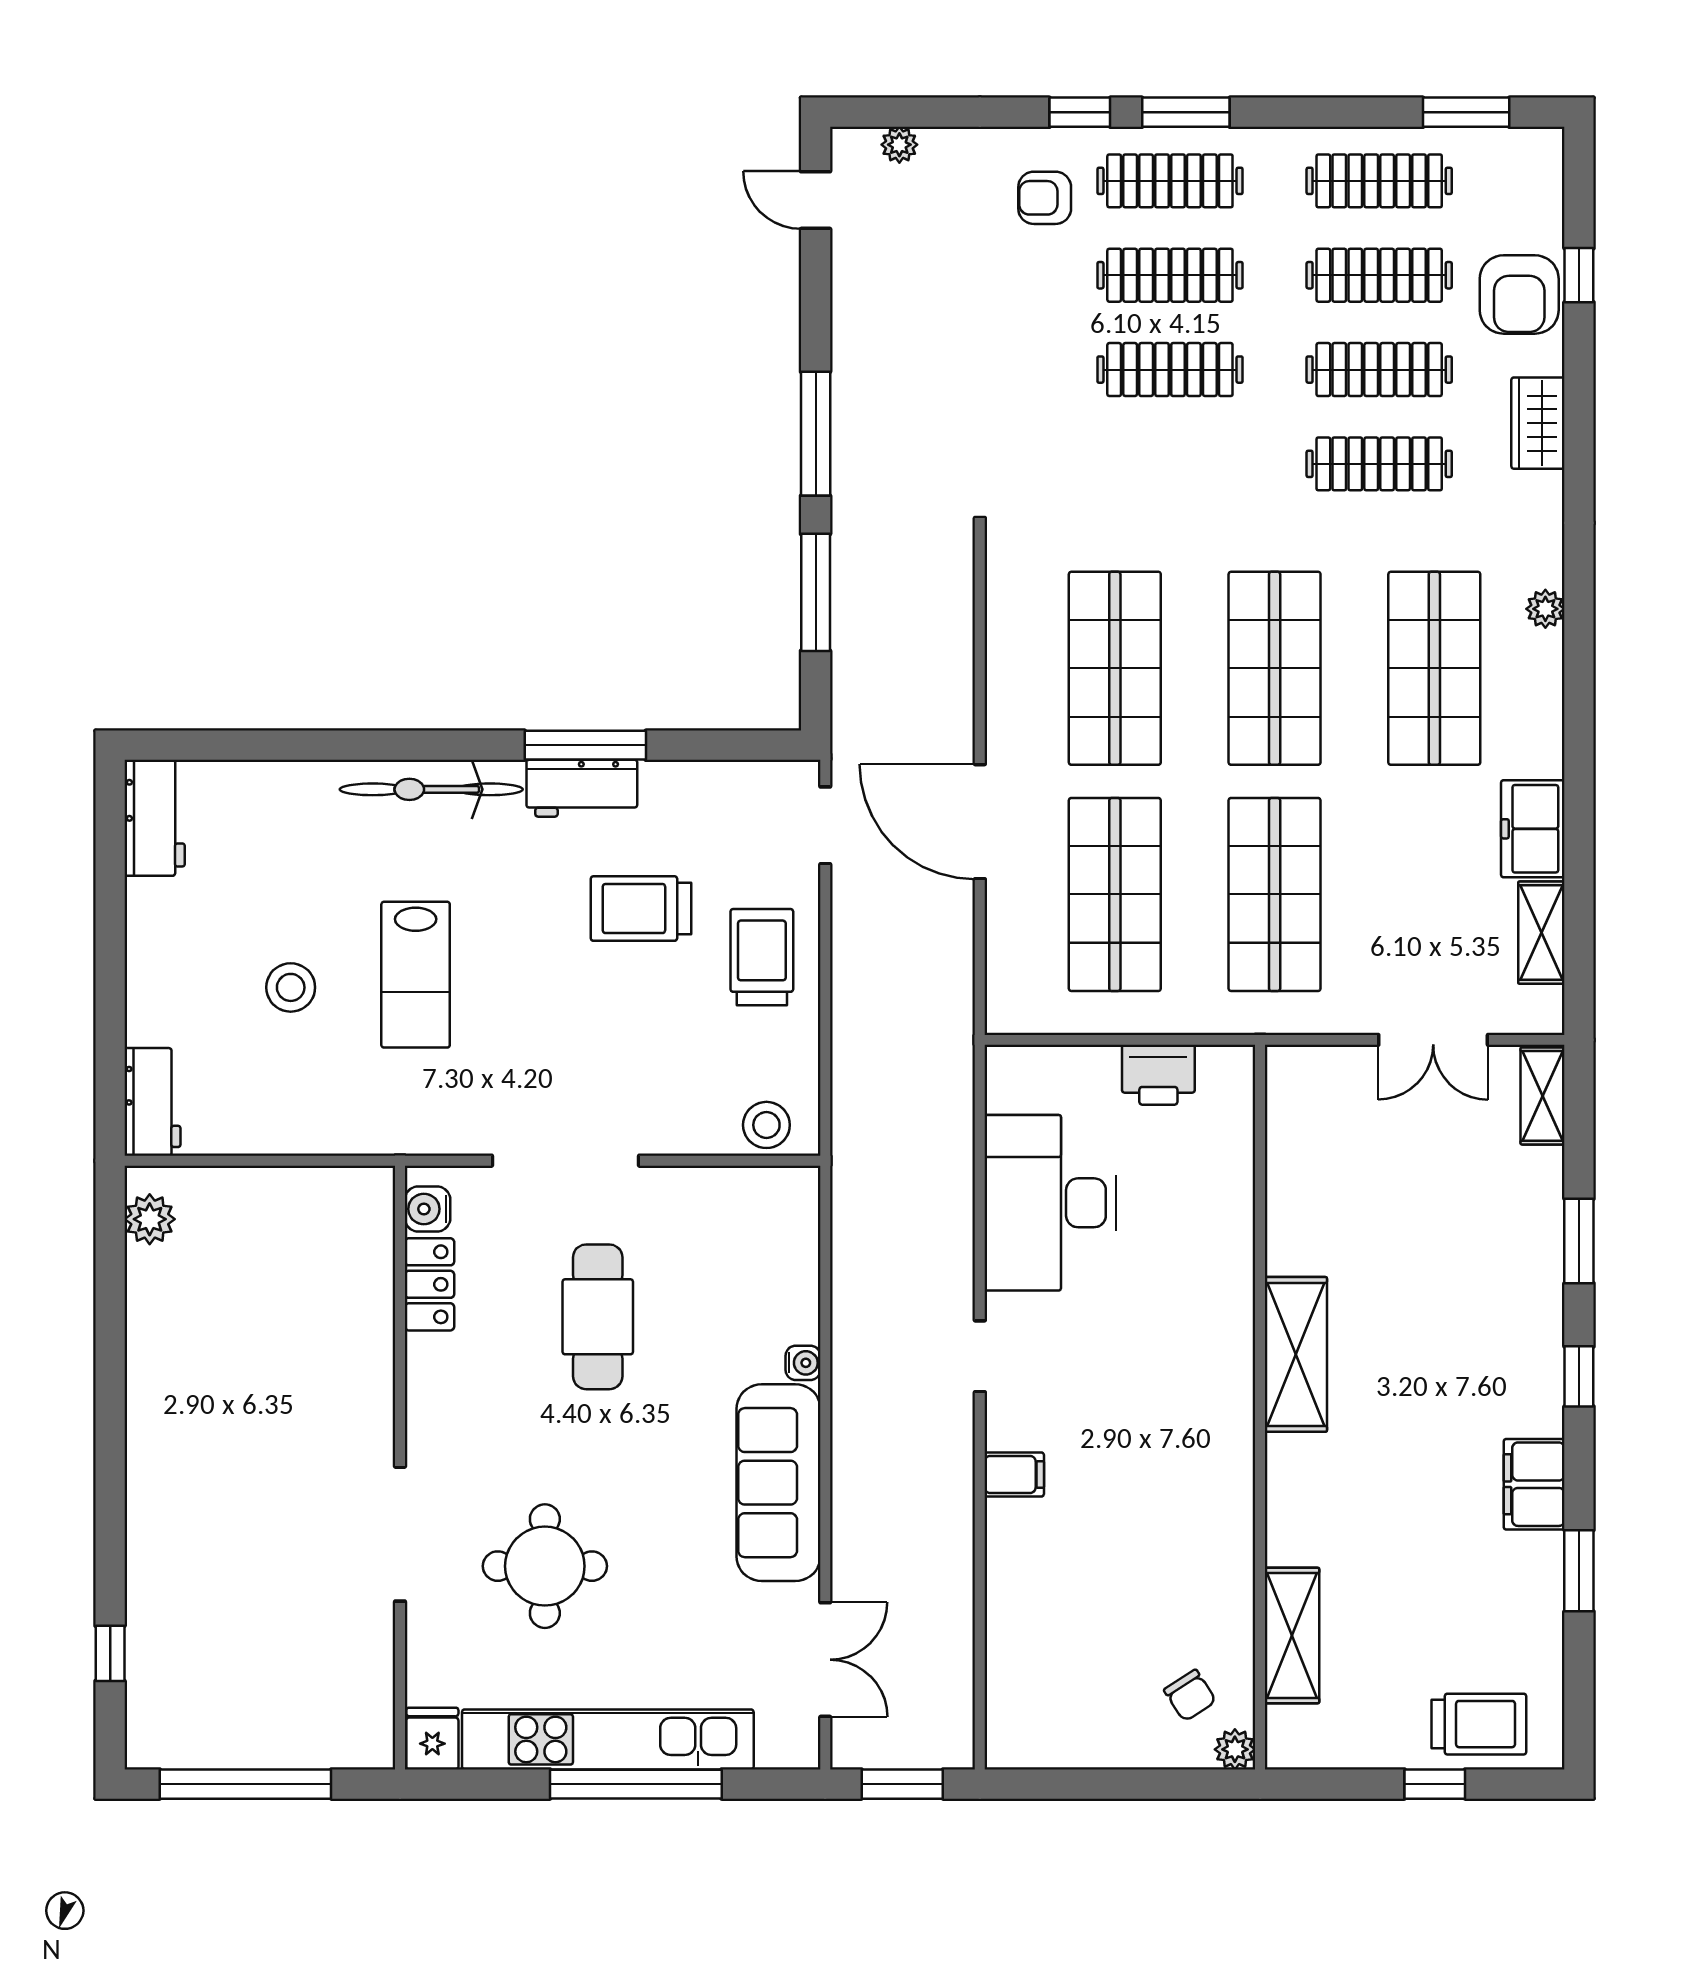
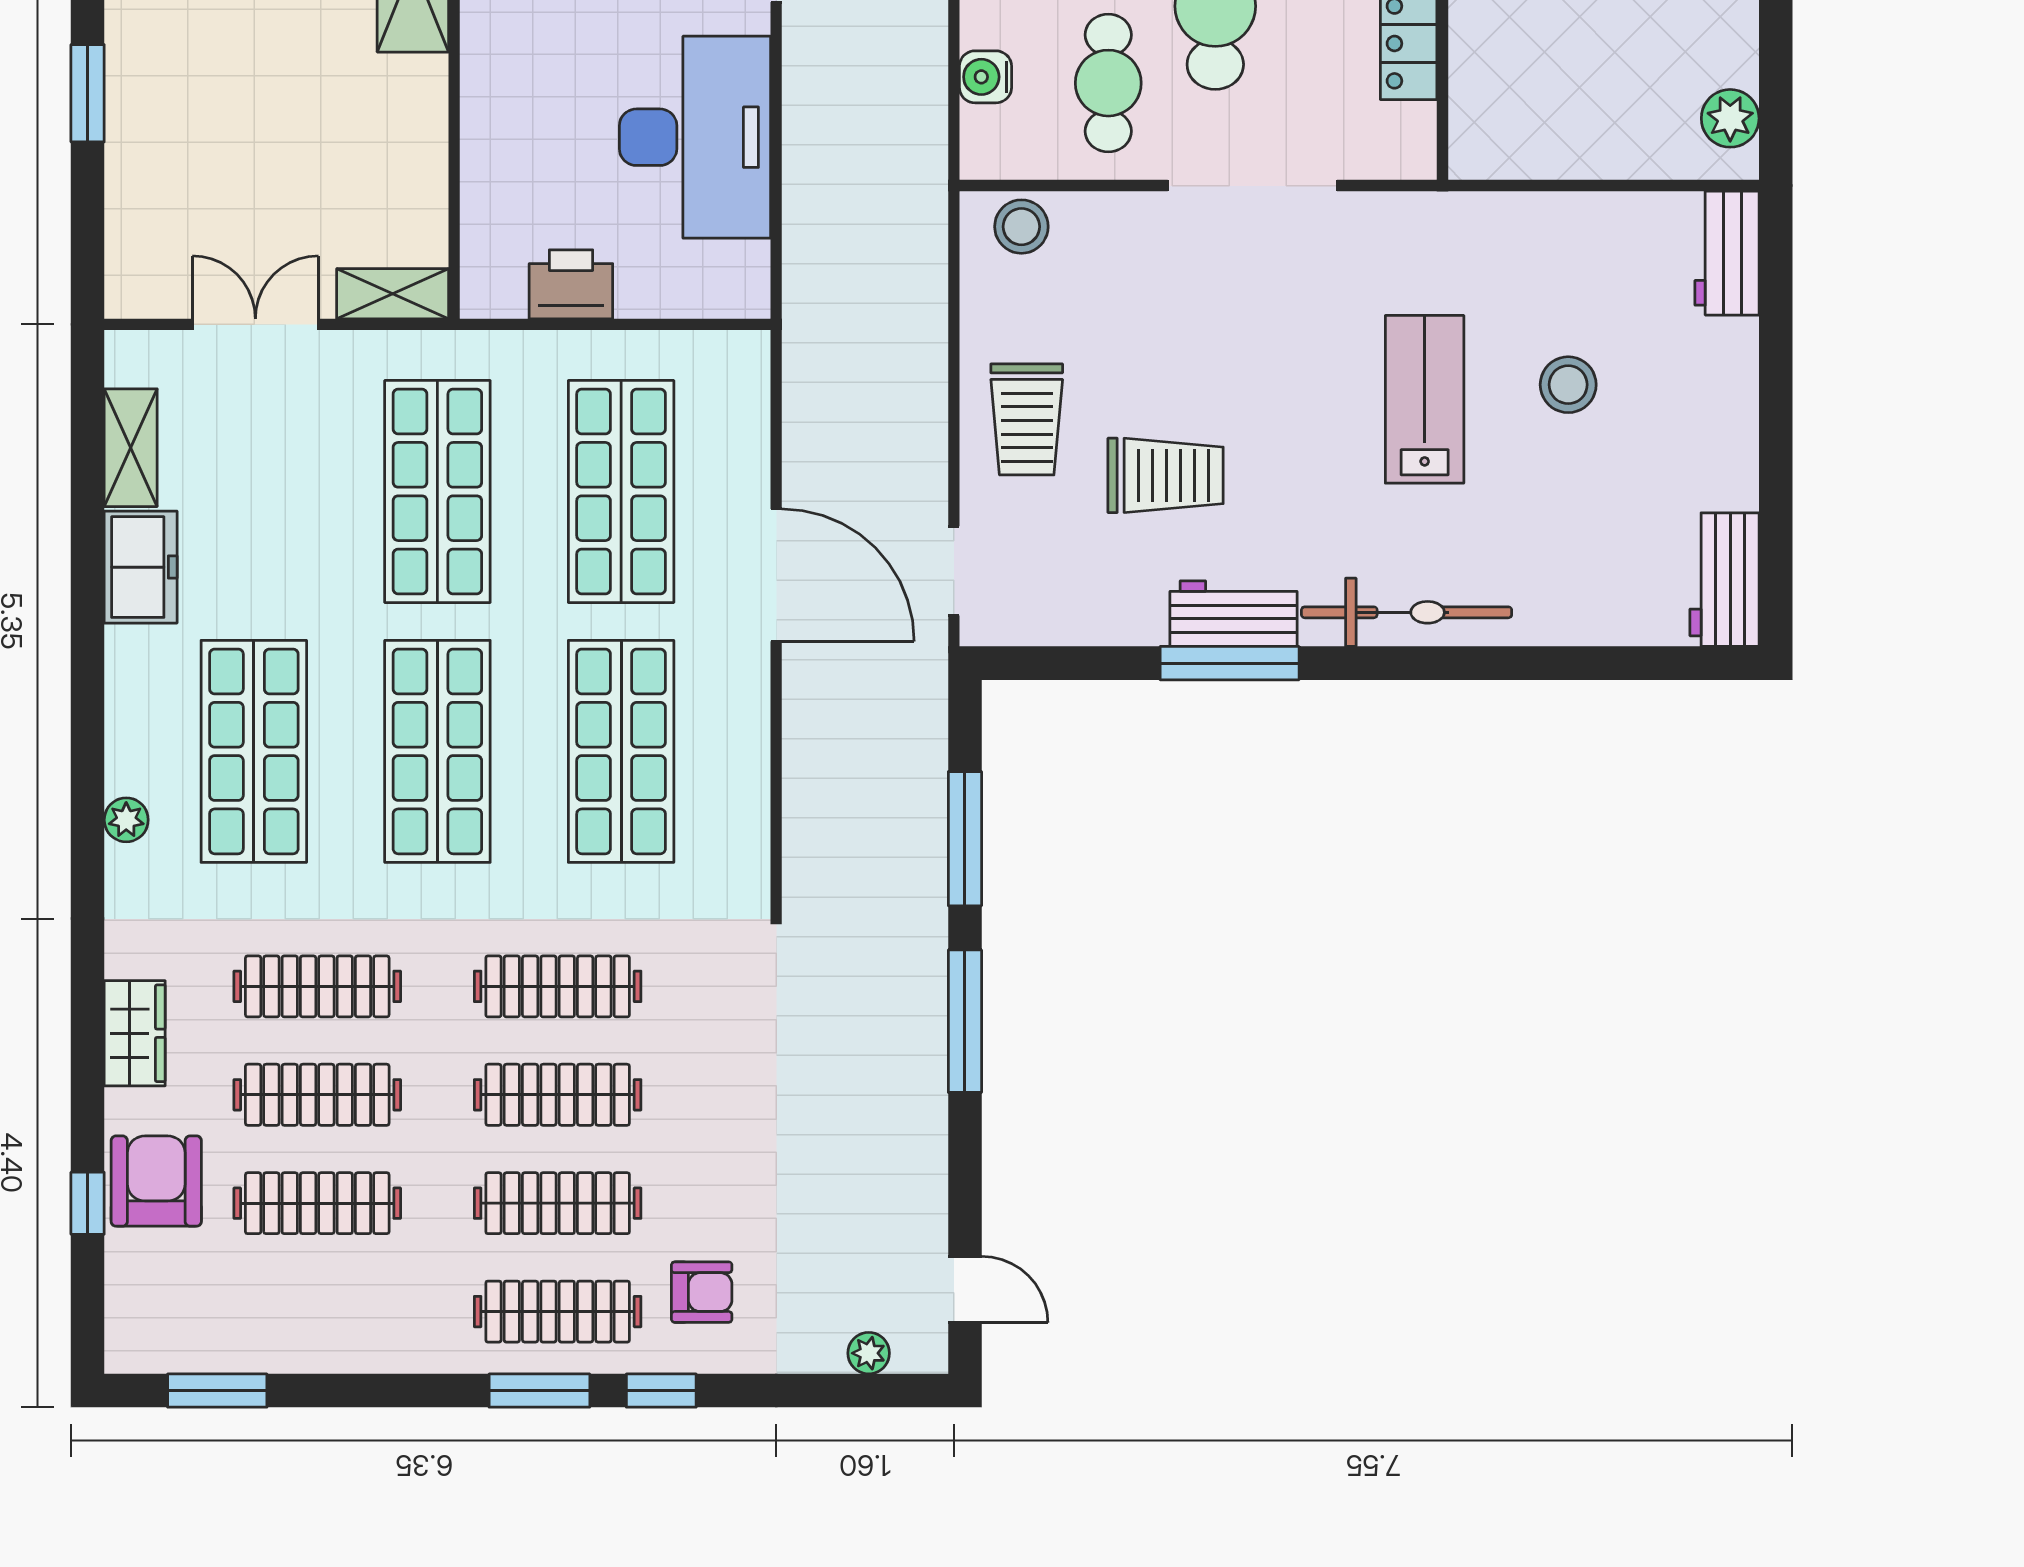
clothes rail: (1379, 181) -> (558, 986), moved
shelving: (1543, 1096) -> (393, 294), moved, turned 90
water cooler: (428, 1209) -> (985, 77), moved, turned 180
cafe table: (691, 1250) -> (1108, 83), added

